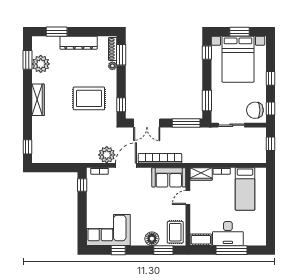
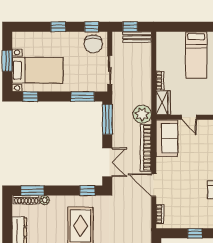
bed with nightstands: (238, 59) -> (37, 70), width x0.73
bench: (261, 150) -> (137, 37), added
plant: (107, 155) -> (142, 114), moved
window: (82, 185) -> (195, 233), moved
bed: (245, 189) -> (196, 55), moved, turned 90

